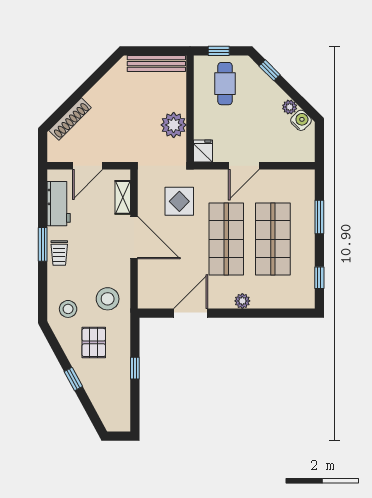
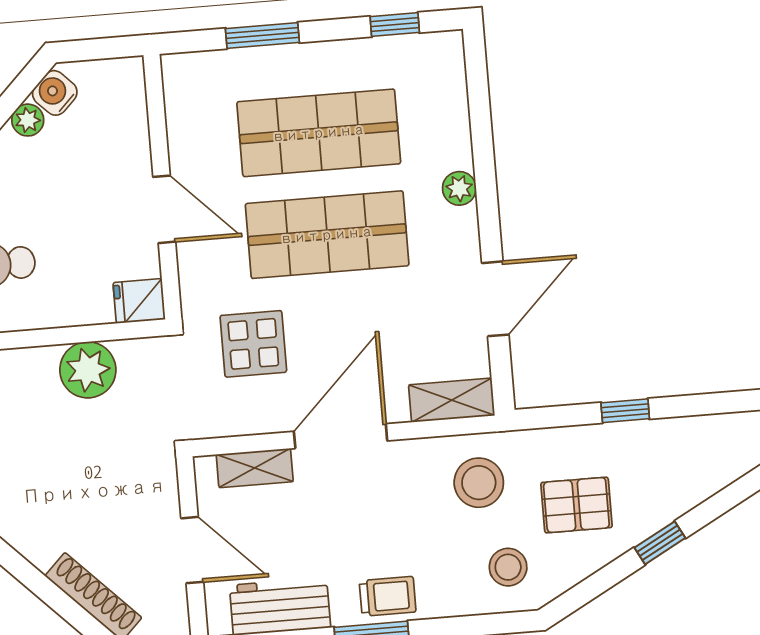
shelving: (146, 290) -> (452, 400), added
door: (191, 313) -> (495, 299), swing flipped

